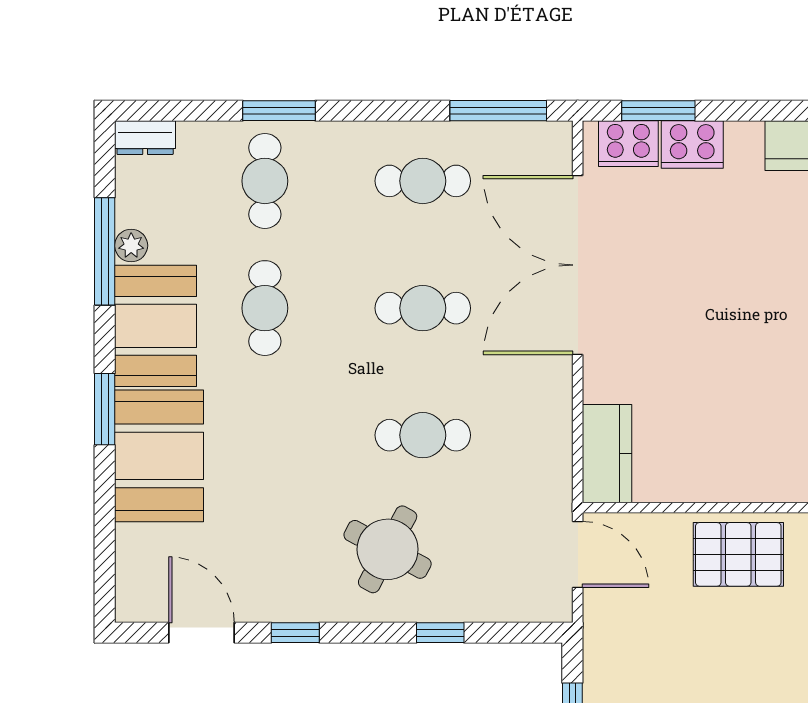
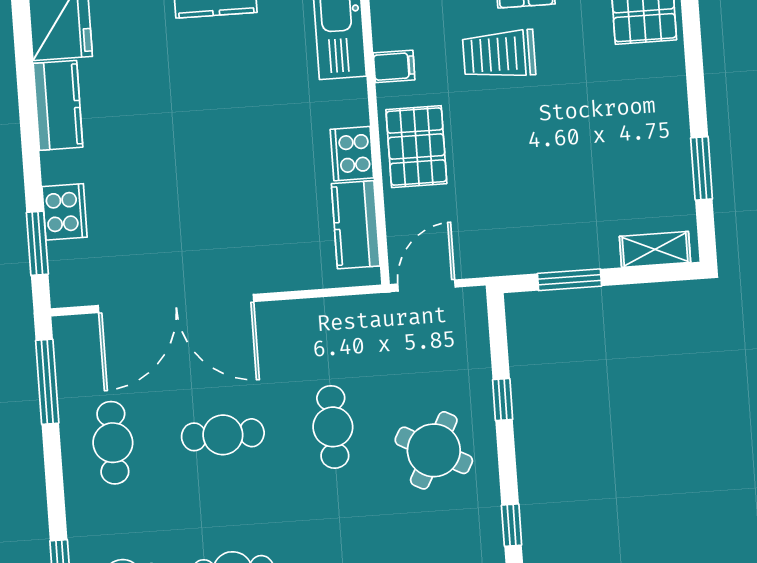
cooker: (628, 144) -> (352, 154), moved, turned 180
cafe table: (423, 308) -> (223, 435), turned 90
kitchen counter: (607, 454) -> (356, 225), moved, turned -90

